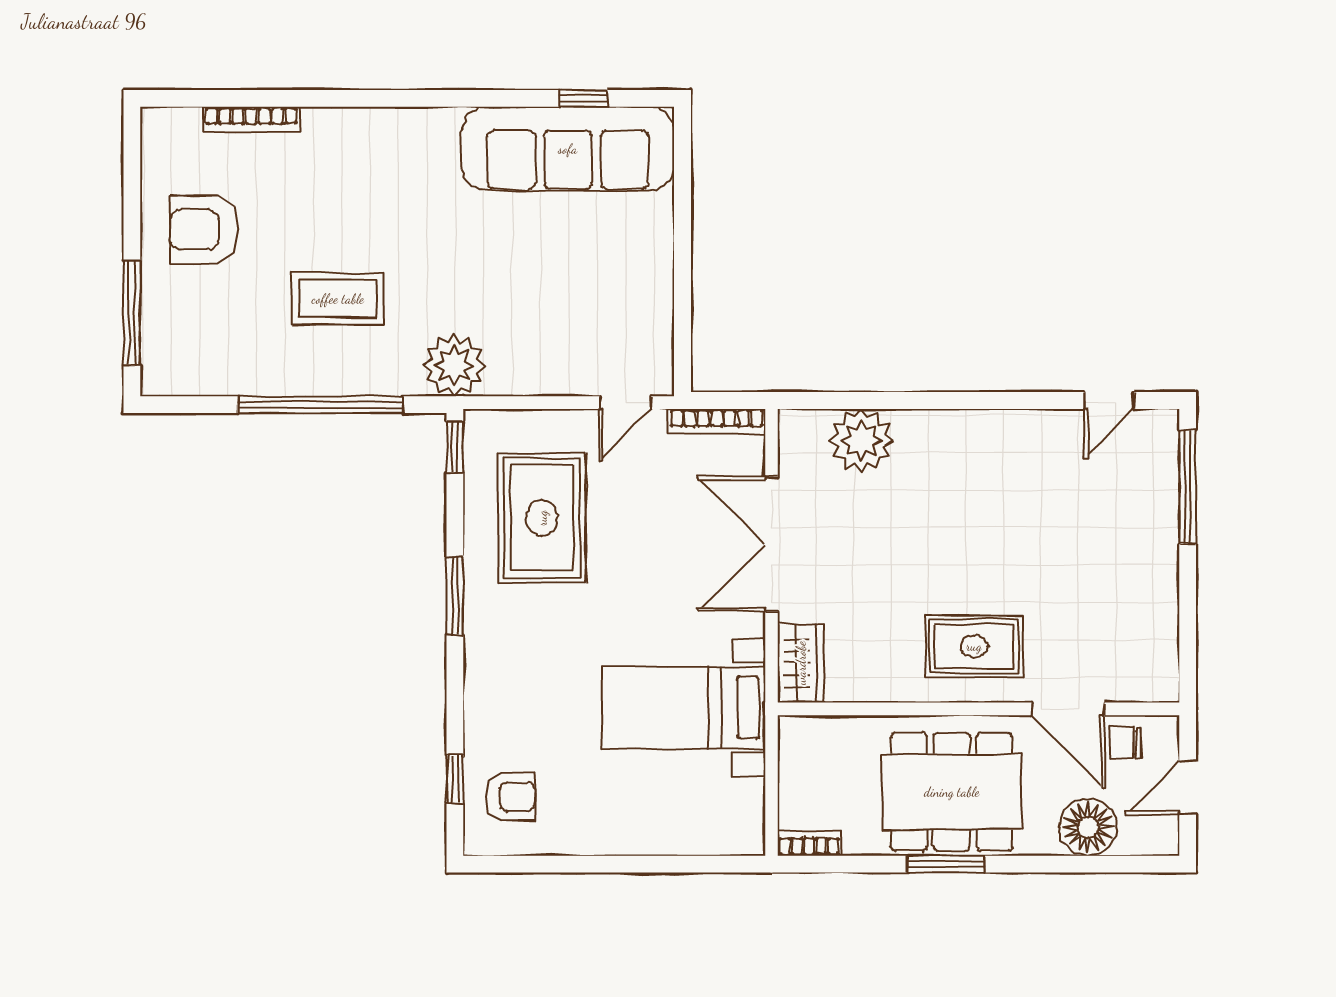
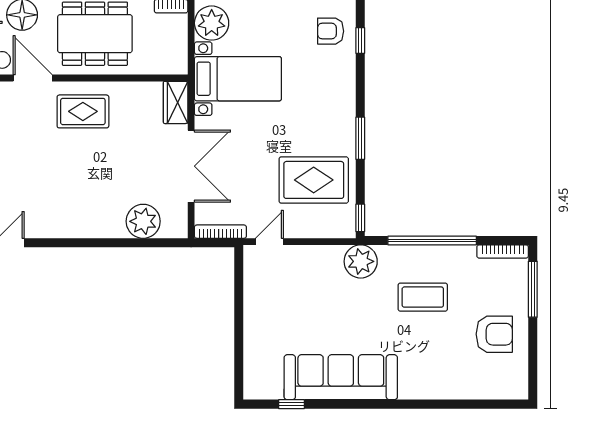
bookcase: (251, 119) -> (503, 251), moved, turned 180
sofa: (568, 149) -> (341, 377), moved
rug: (542, 518) -> (314, 180), turned 90
plant: (733, 812) -> (212, 23), added

